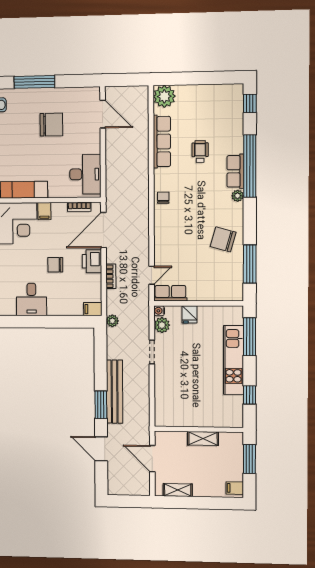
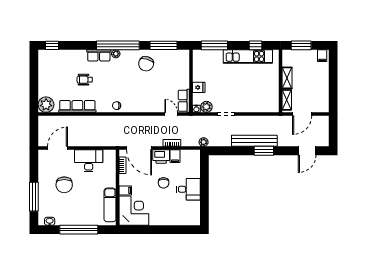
chair: (51, 125) -> (64, 185), turned 180
window: (250, 166) -> (118, 45), moved
desk: (85, 174) -> (89, 161), moved
desk: (31, 299) -> (188, 189), moved
filing cabinet: (93, 309) -> (175, 156), moved
kitchen unit: (234, 360) -> (248, 56), moved
door: (101, 449) -> (307, 151), moved
shelving: (178, 490) -> (287, 100), moved

